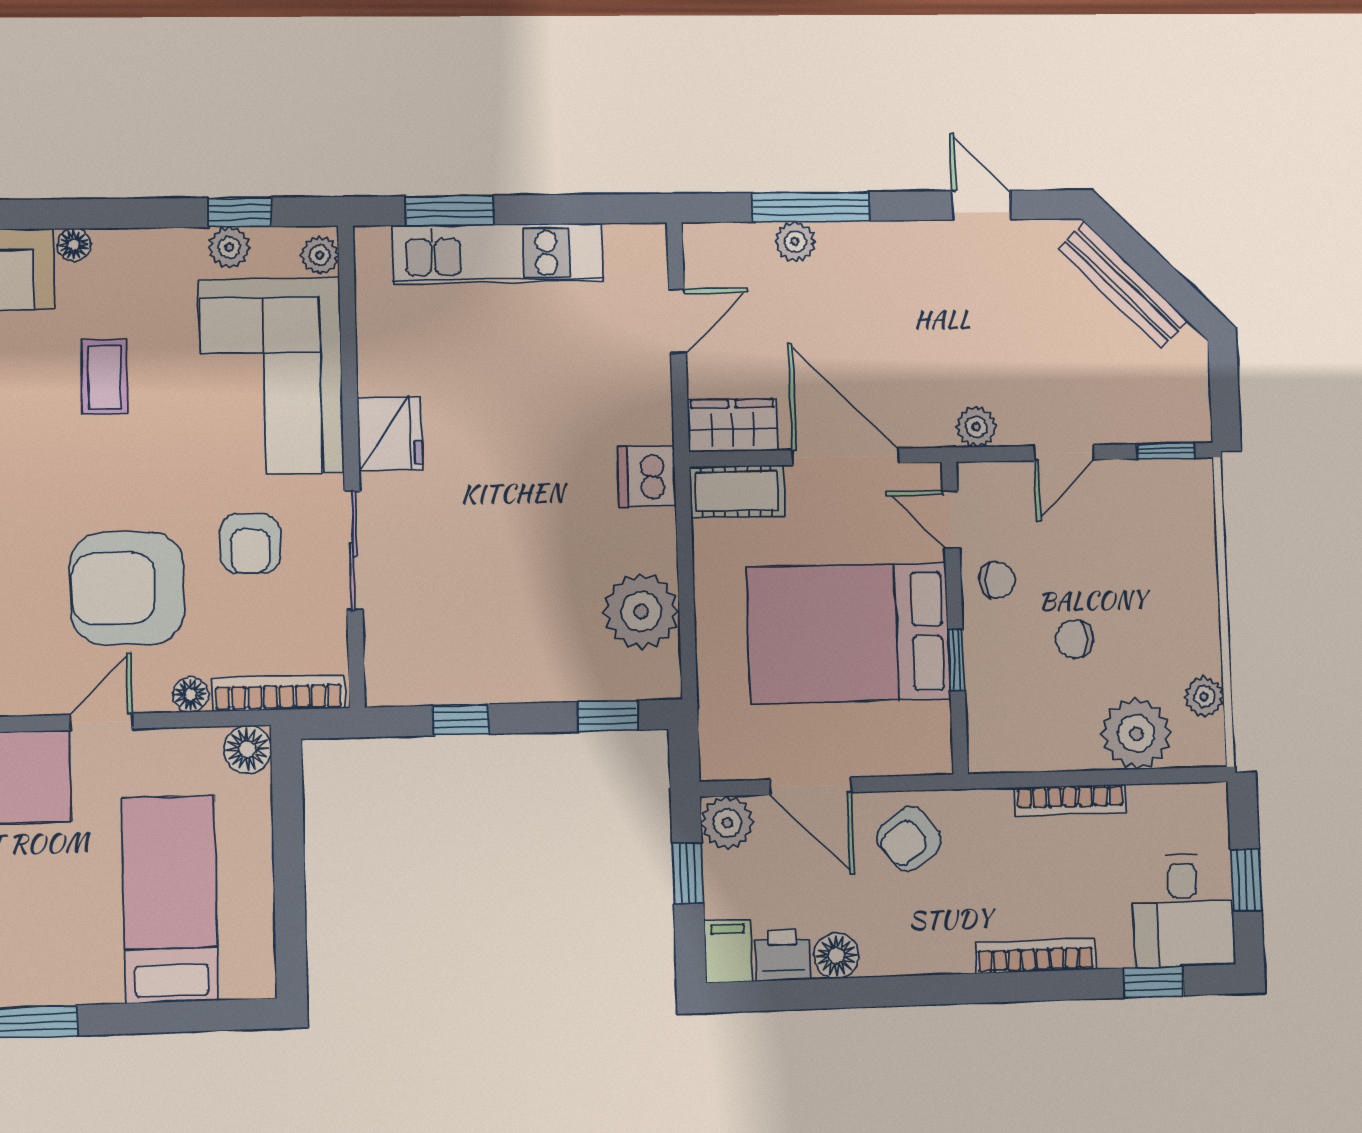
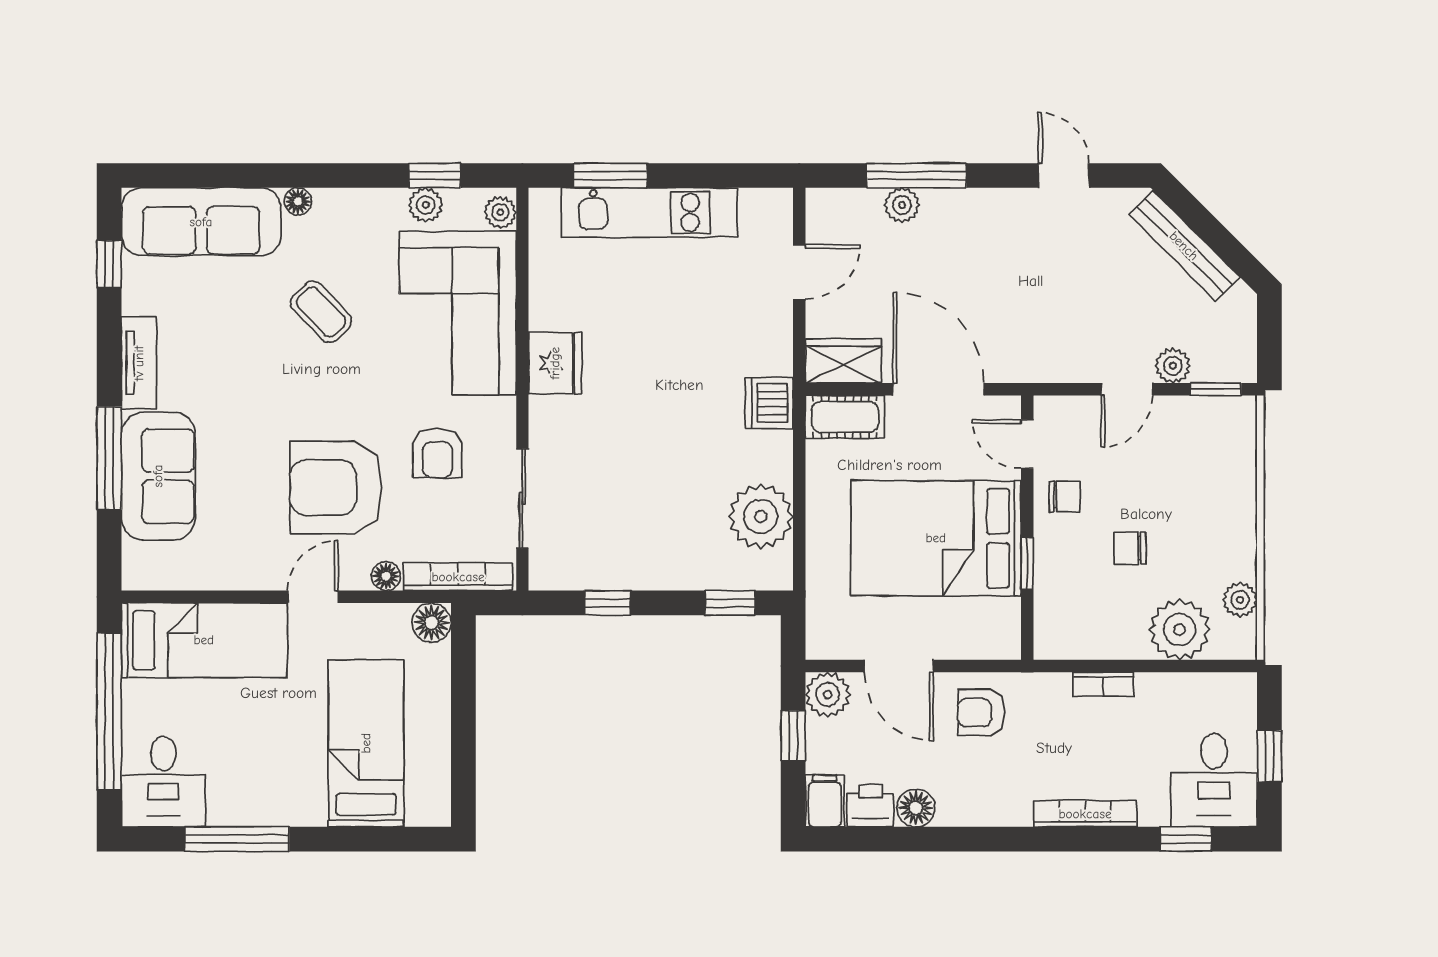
coffee table: (105, 377) -> (321, 312), turned -44
plant: (976, 427) -> (1173, 366), moved
sliding door: (353, 550) -> (522, 499), moved
bookcase: (1070, 800) -> (1103, 684), width x0.64
armchair: (909, 839) -> (981, 713), turned 37

